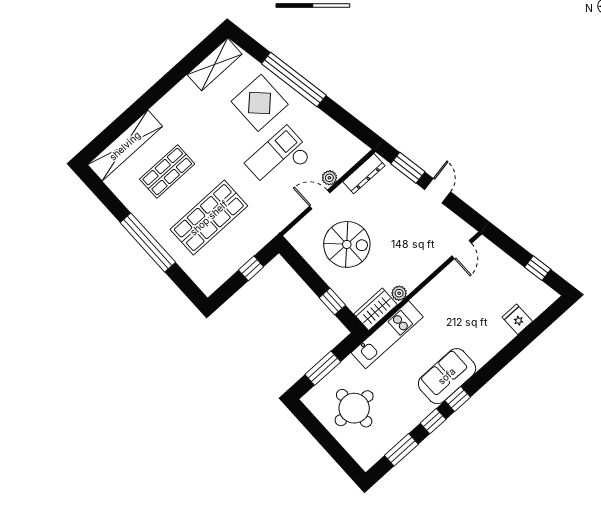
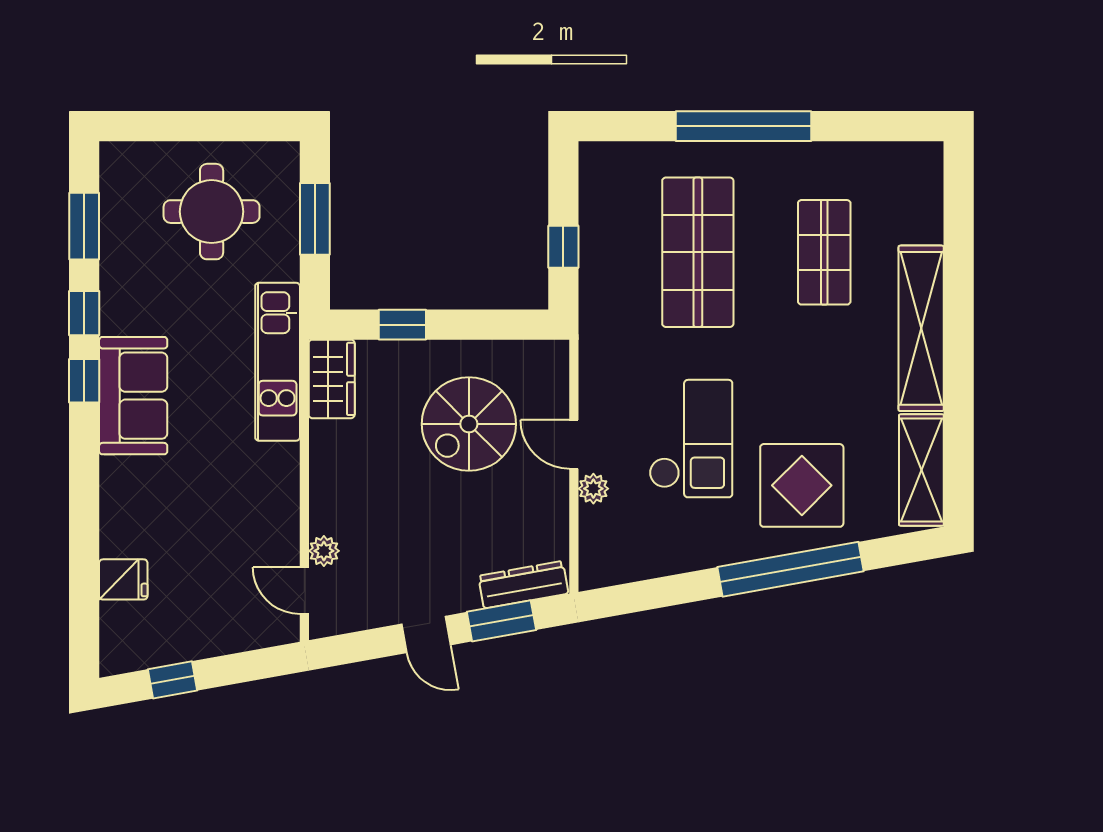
shelving: (125, 146) -> (921, 328), moved
dresser: (364, 174) -> (523, 585), moved, turned 80
door: (320, 200) -> (574, 444), swing flipped
plant: (399, 293) -> (324, 551), moved

